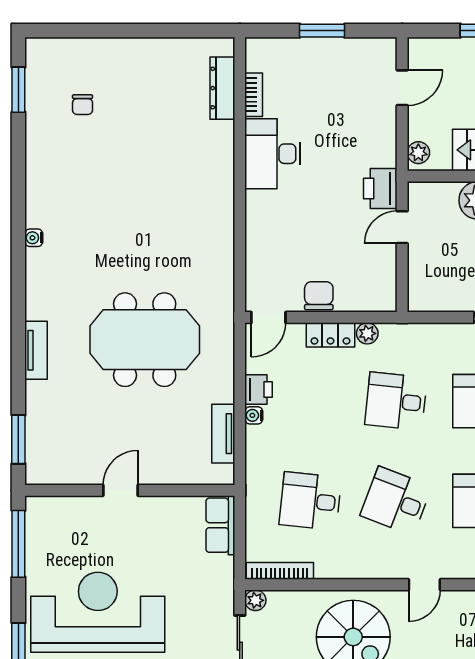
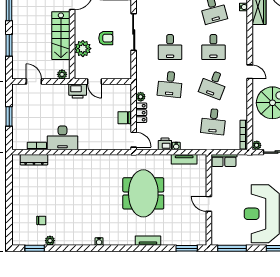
plant: (36, 125) -> (50, 241), added

